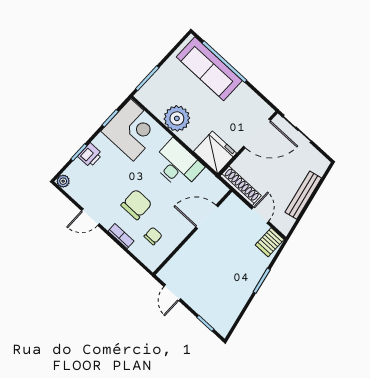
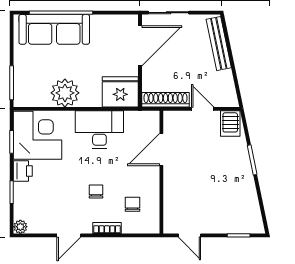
printer: (90, 155) -> (23, 171), moved
bench: (303, 195) -> (219, 44), moved
chair: (136, 204) -> (96, 191), width x0.54, depth x0.54

